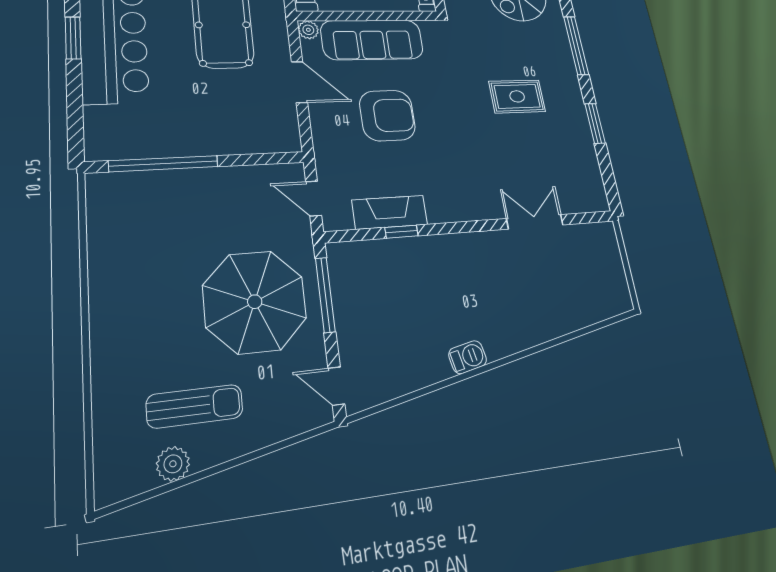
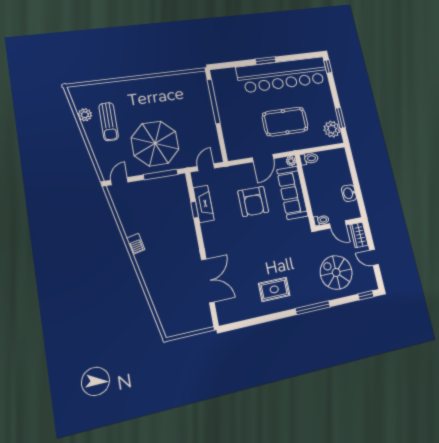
rug: (517, 96) -> (274, 289), moved, turned 90
window: (595, 123) -> (268, 318), removed
double door: (535, 222) -> (208, 281), width x1.37

